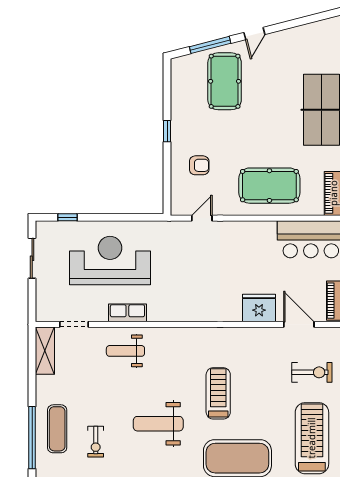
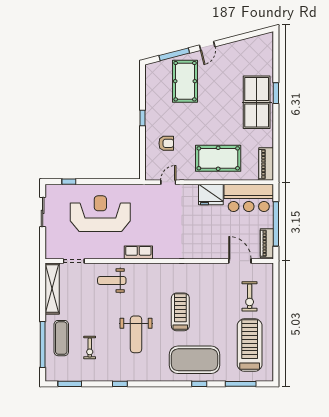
fridge: (259, 308) -> (211, 195), moved, turned 180
row of seats: (127, 313) -> (138, 252), moved
shelving: (45, 351) -> (52, 289), width x1.47
exercise bike: (312, 372) -> (250, 296), turned 90
weight bench: (158, 424) -> (136, 334), turned -90

